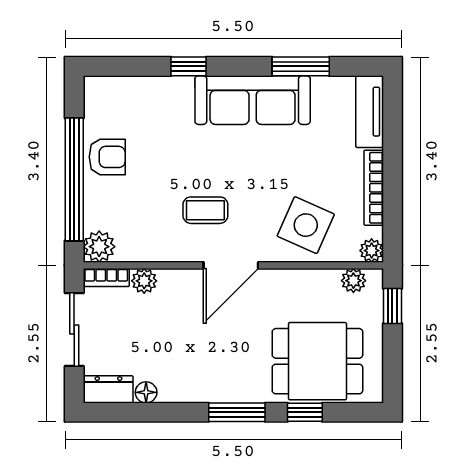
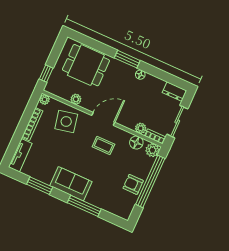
window: (189, 66) -> (84, 206), width x2.17
sofa: (253, 100) -> (71, 184), width x0.73
side table: (306, 225) -> (66, 121), turned -36
floor lamp: (140, 247) -> (136, 143), added
plant: (353, 281) -> (76, 99), moved
floor lamp: (146, 392) -> (140, 75), moved
window: (305, 412) -> (100, 47), removed

